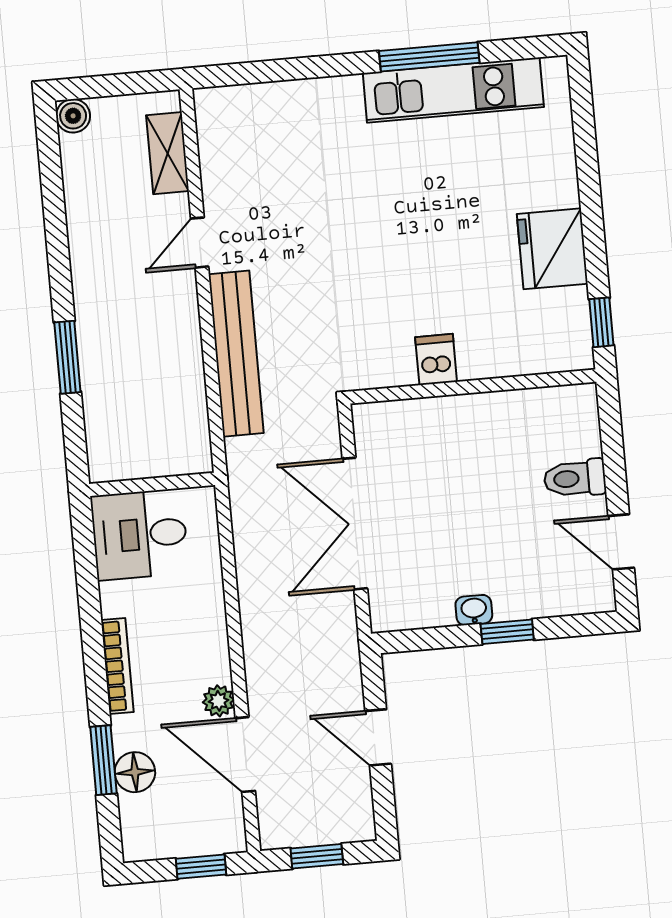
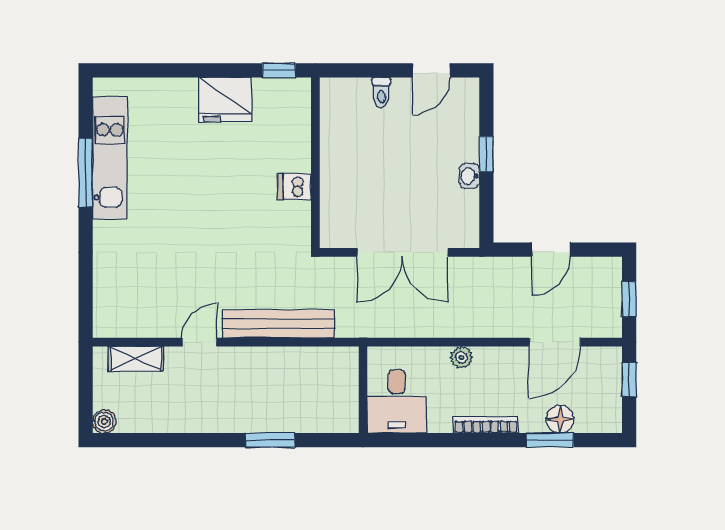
door: (200, 243) -> (199, 342), swing flipped
toilet: (575, 478) -> (381, 92), width x0.73, depth x0.72
plant: (218, 701) -> (461, 357), moved

